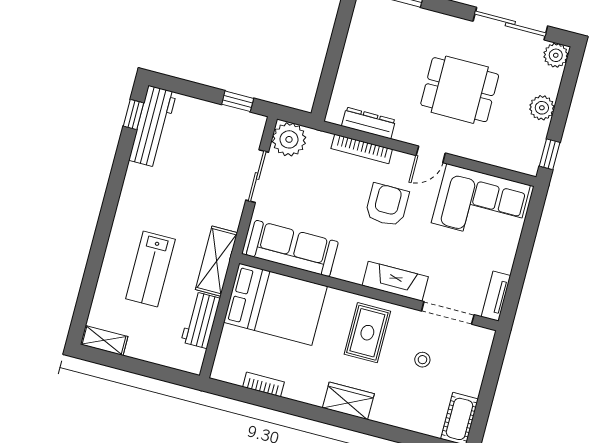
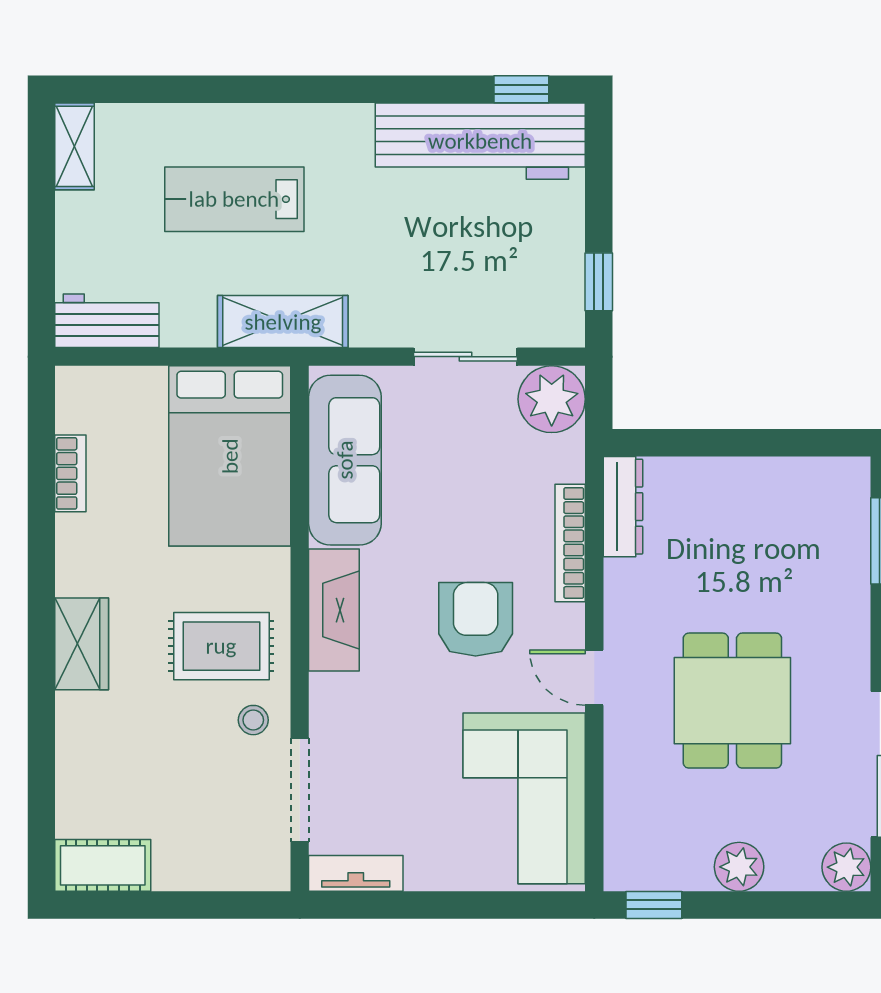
dresser: (369, 123) -> (623, 507), moved
workbench: (153, 126) -> (480, 141), width x1.36, depth x1.32
armchair: (387, 205) -> (476, 619), turned -90
fireplace: (395, 281) -> (334, 610), moved
workbench: (201, 320) -> (107, 321), moved
stool: (422, 360) -> (253, 720), moved

